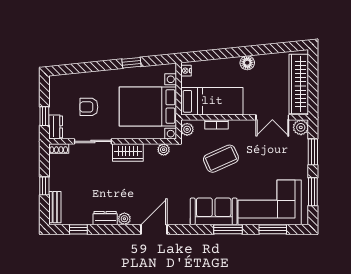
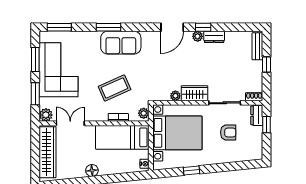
plant: (164, 150) -> (175, 96), moved
corner sofa: (270, 202) -> (59, 70), moved, turned -90
window: (78, 229) -> (203, 27), moved
window: (273, 229) -> (59, 27), moved

